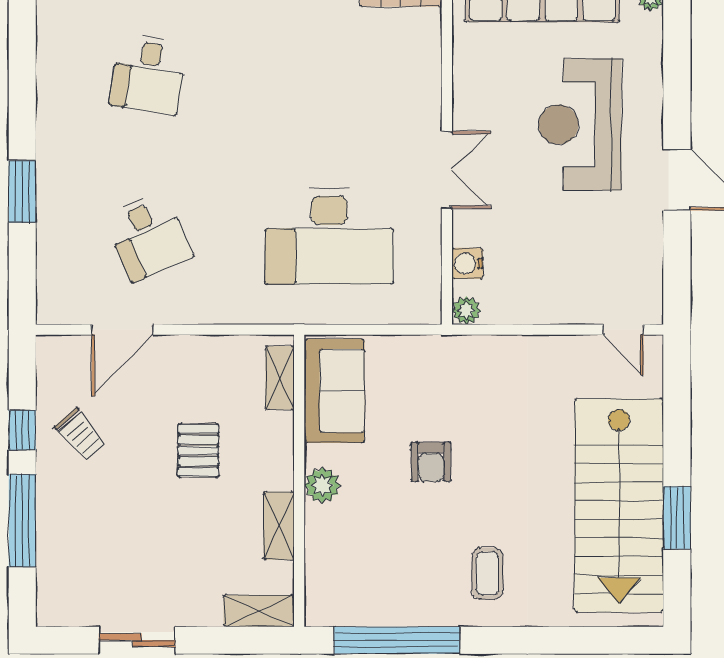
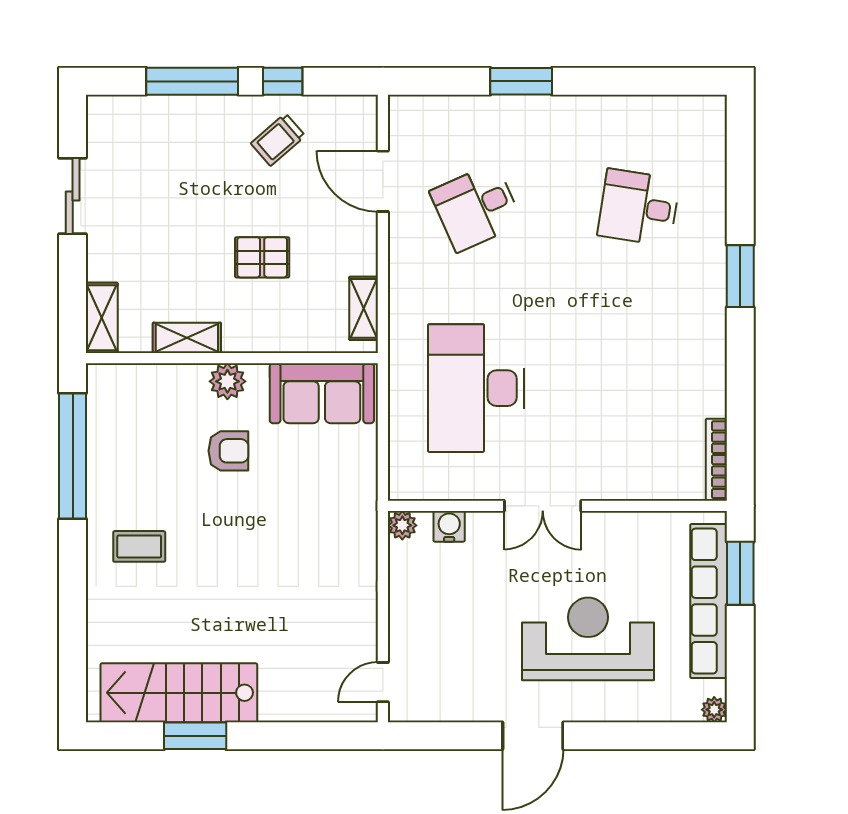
shelving: (280, 378) -> (364, 308), moved, turned 90
armchair: (431, 462) -> (228, 451), moved, turned 180
stairs: (619, 505) -> (179, 693), width x0.73, depth x0.66

